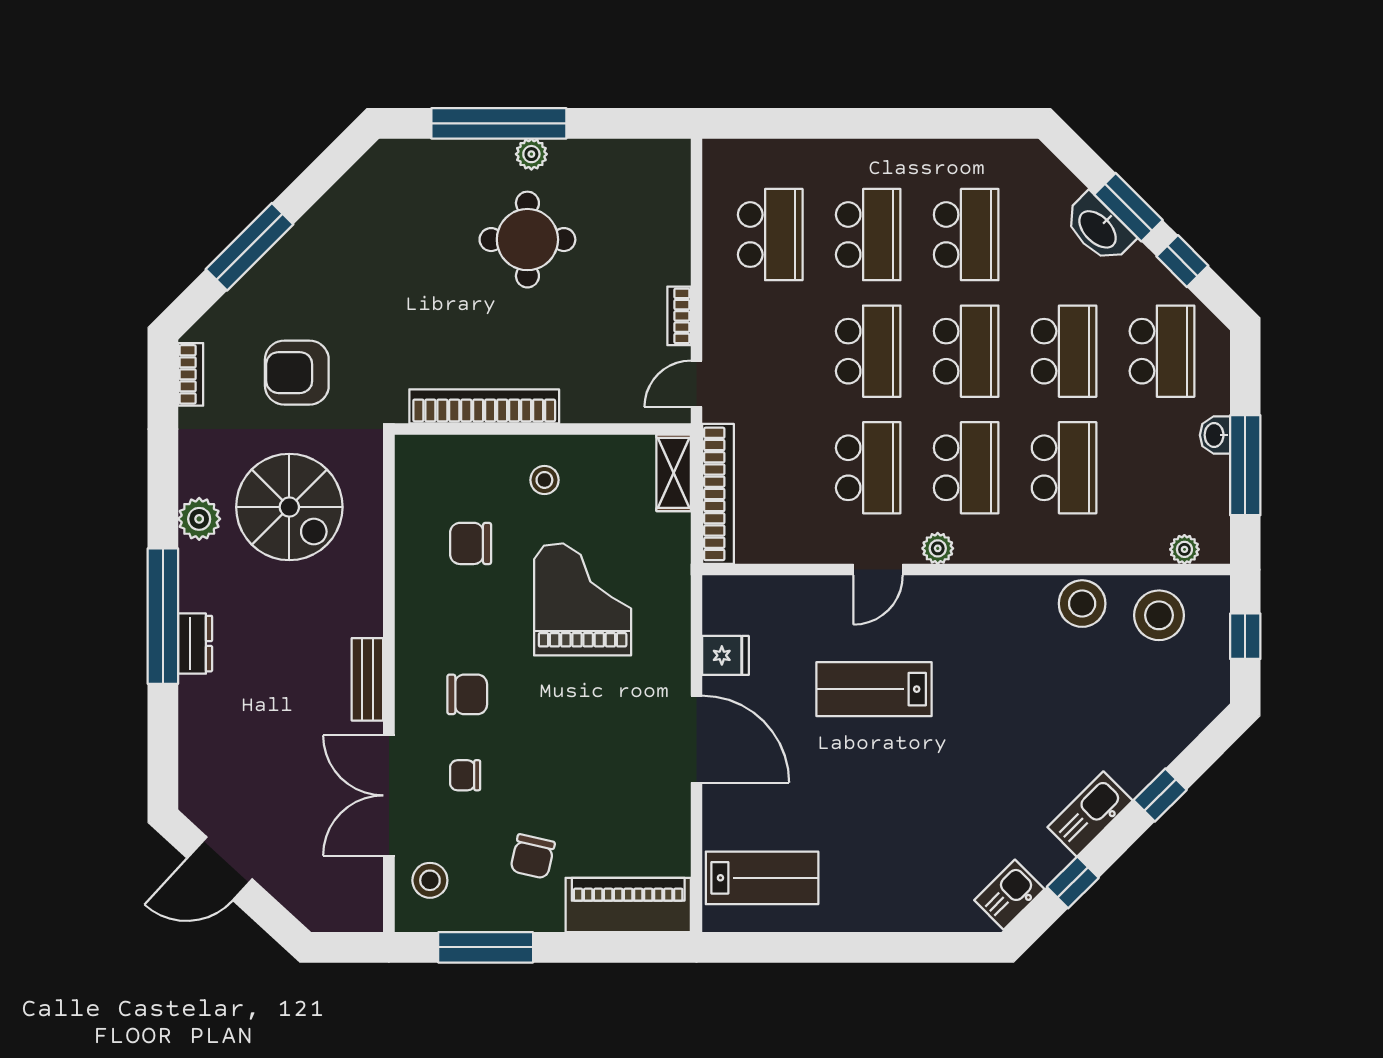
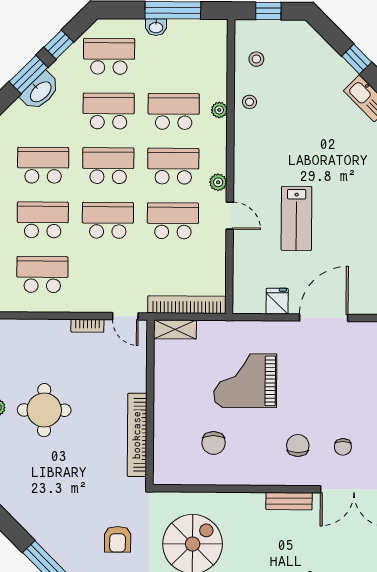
armchair: (297, 373) -> (118, 539), width x0.72, depth x0.72
stool: (544, 480) -> (178, 402), removed
plant: (1184, 549) -> (219, 110), moved
stool: (1082, 604) -> (250, 102), width x0.53, depth x0.53
stool: (1159, 615) -> (256, 59), width x0.53, depth x0.53

